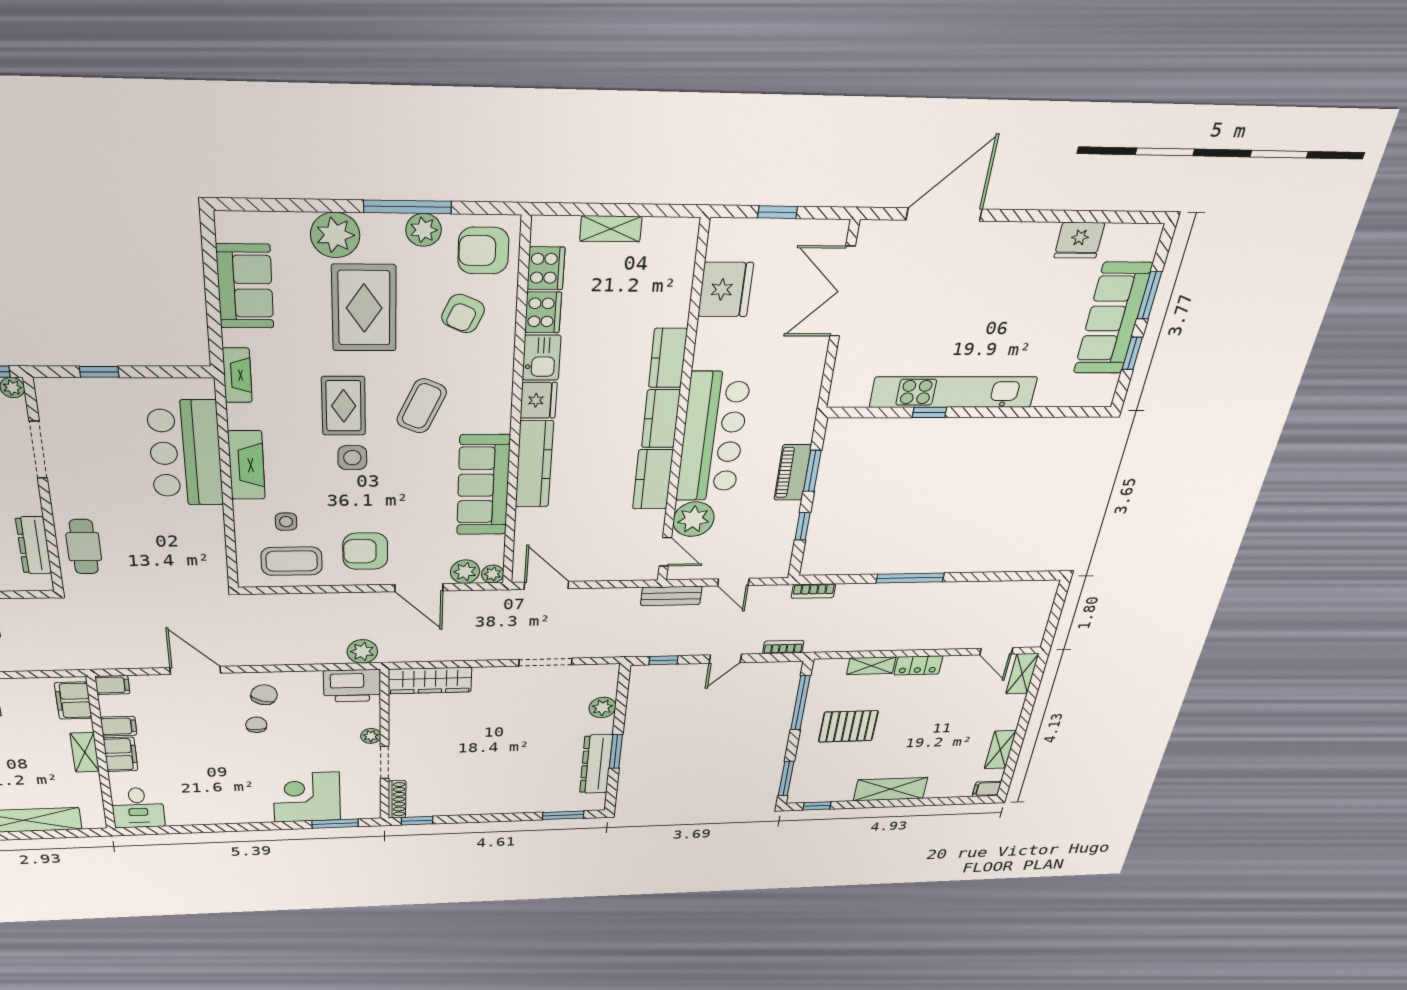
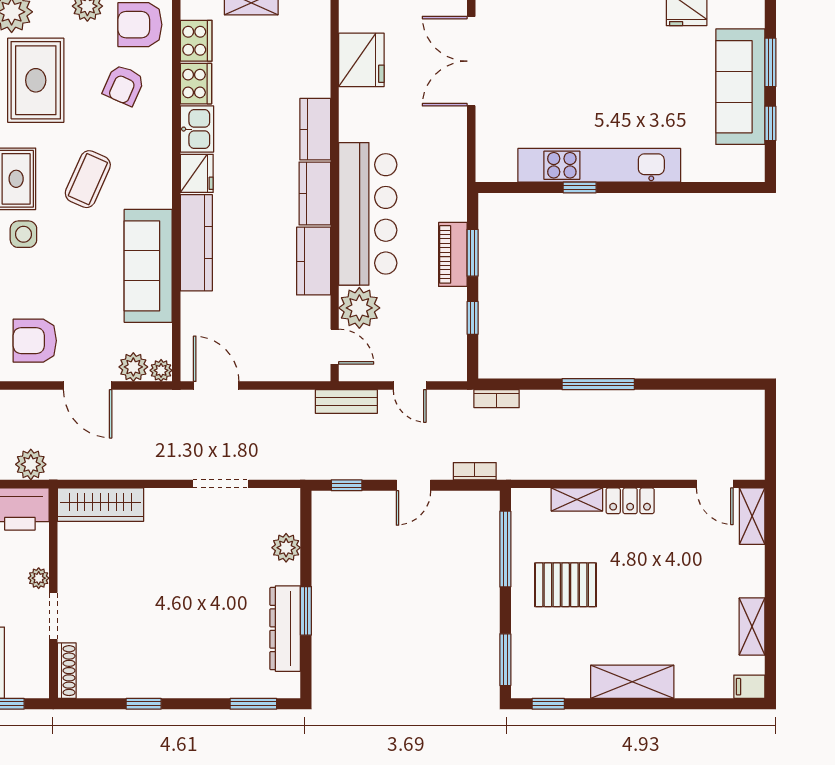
window: (417, 821) -> (144, 704), moved

